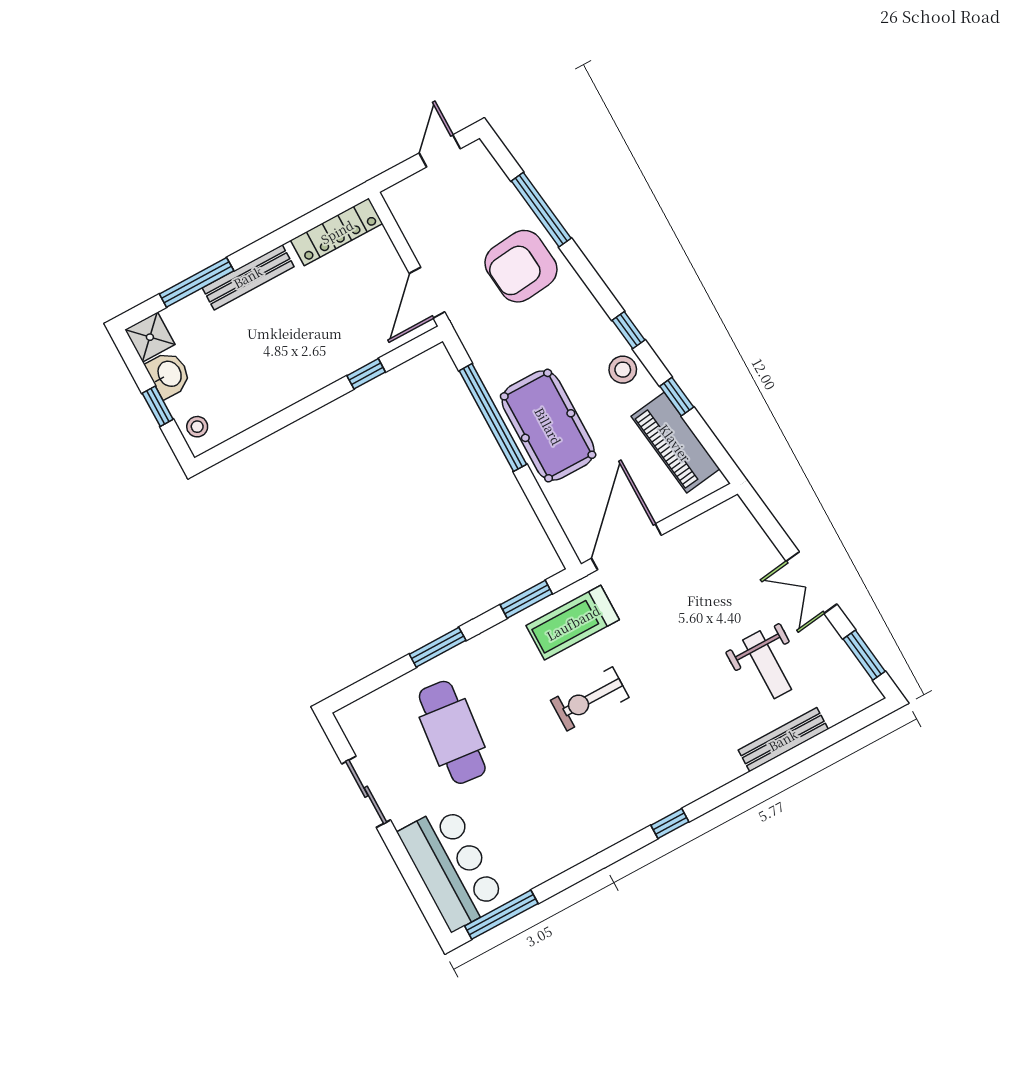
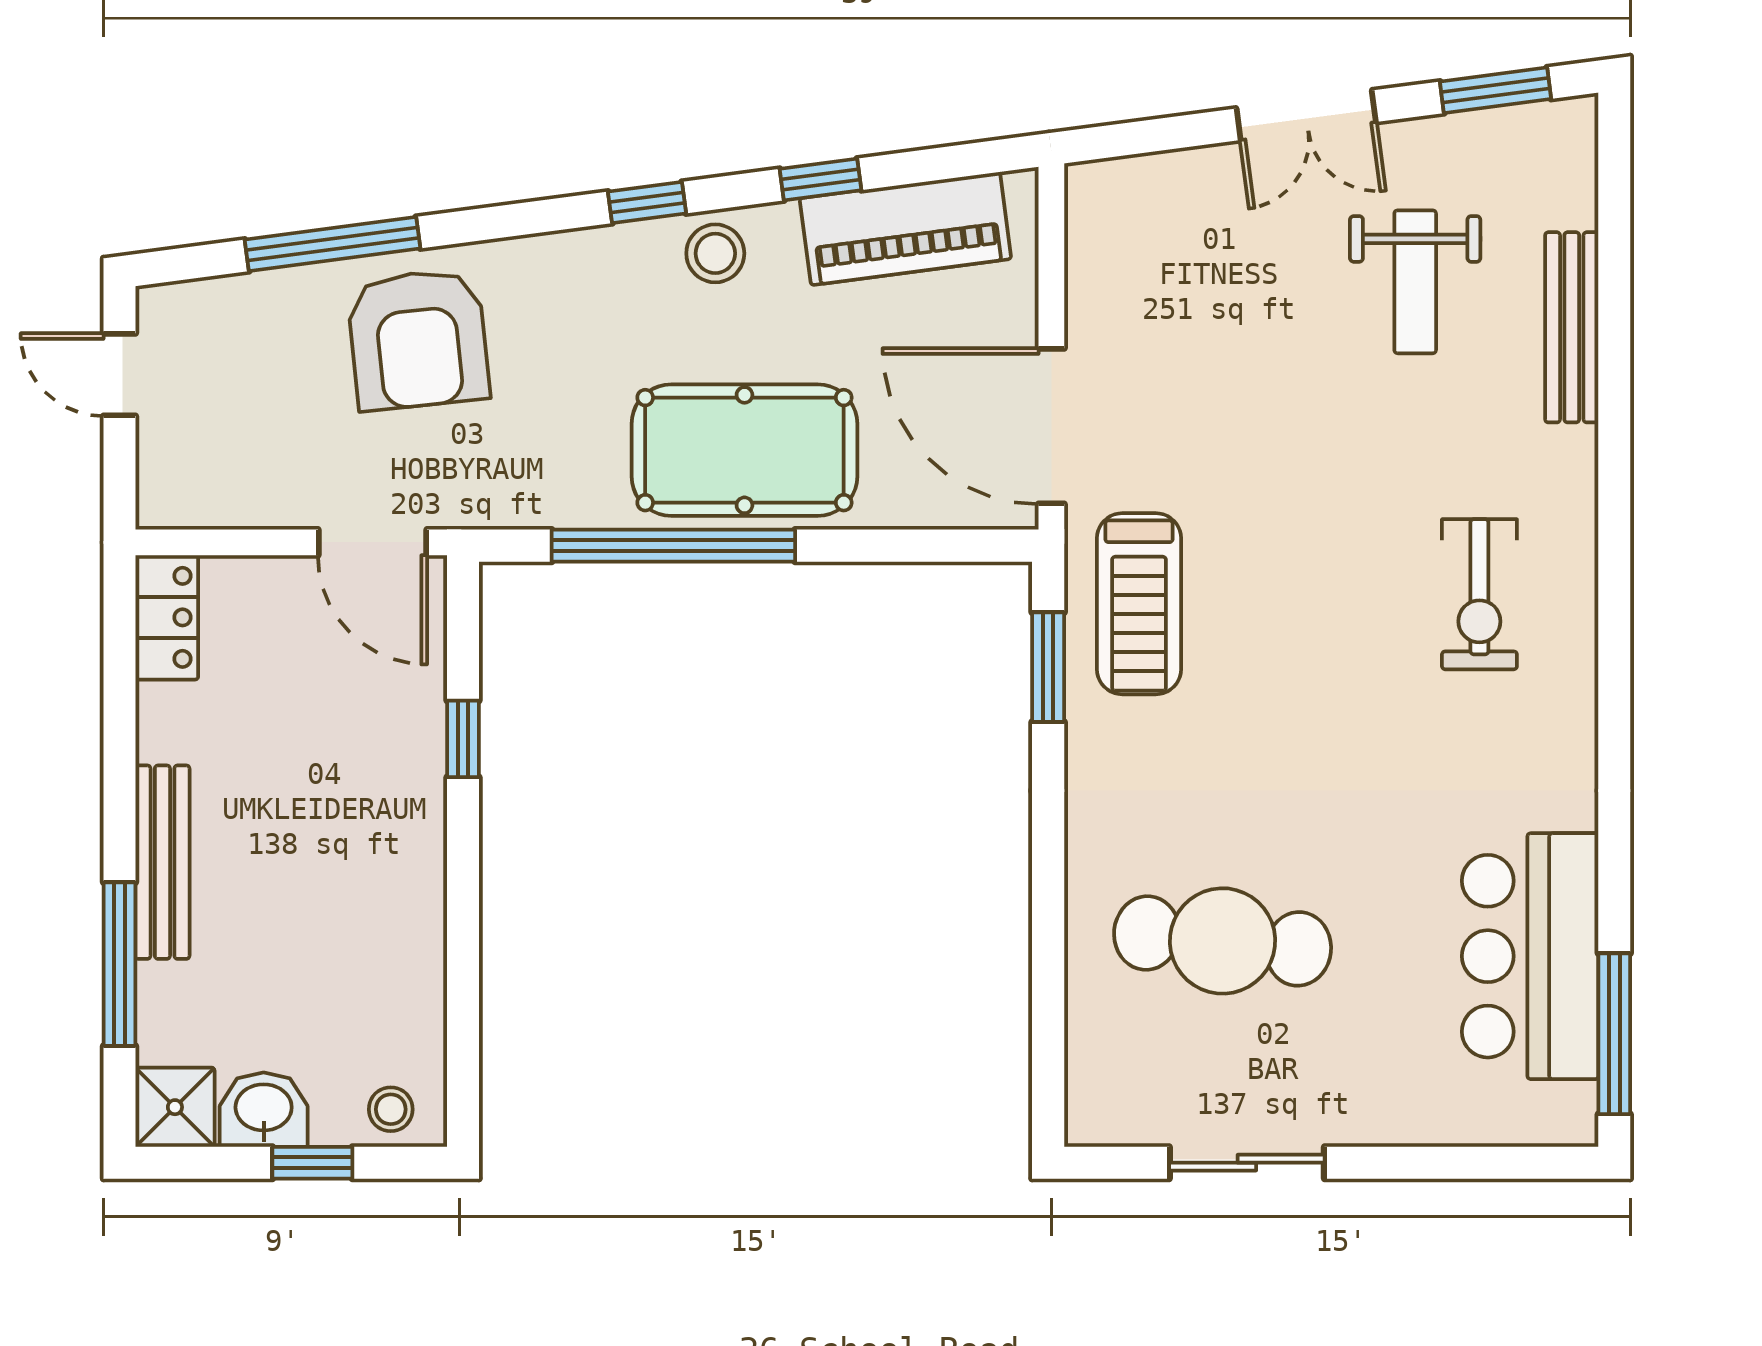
locker: (337, 232) -> (167, 617), width x0.66
window: (438, 647) -> (1048, 882), removed
weight bench: (767, 665) -> (1415, 282), turned 90
exercise bike: (590, 699) -> (1479, 594), moved
window: (670, 824) -> (1614, 625), removed
bar counter: (452, 867) -> (1530, 956), moved, turned -90

